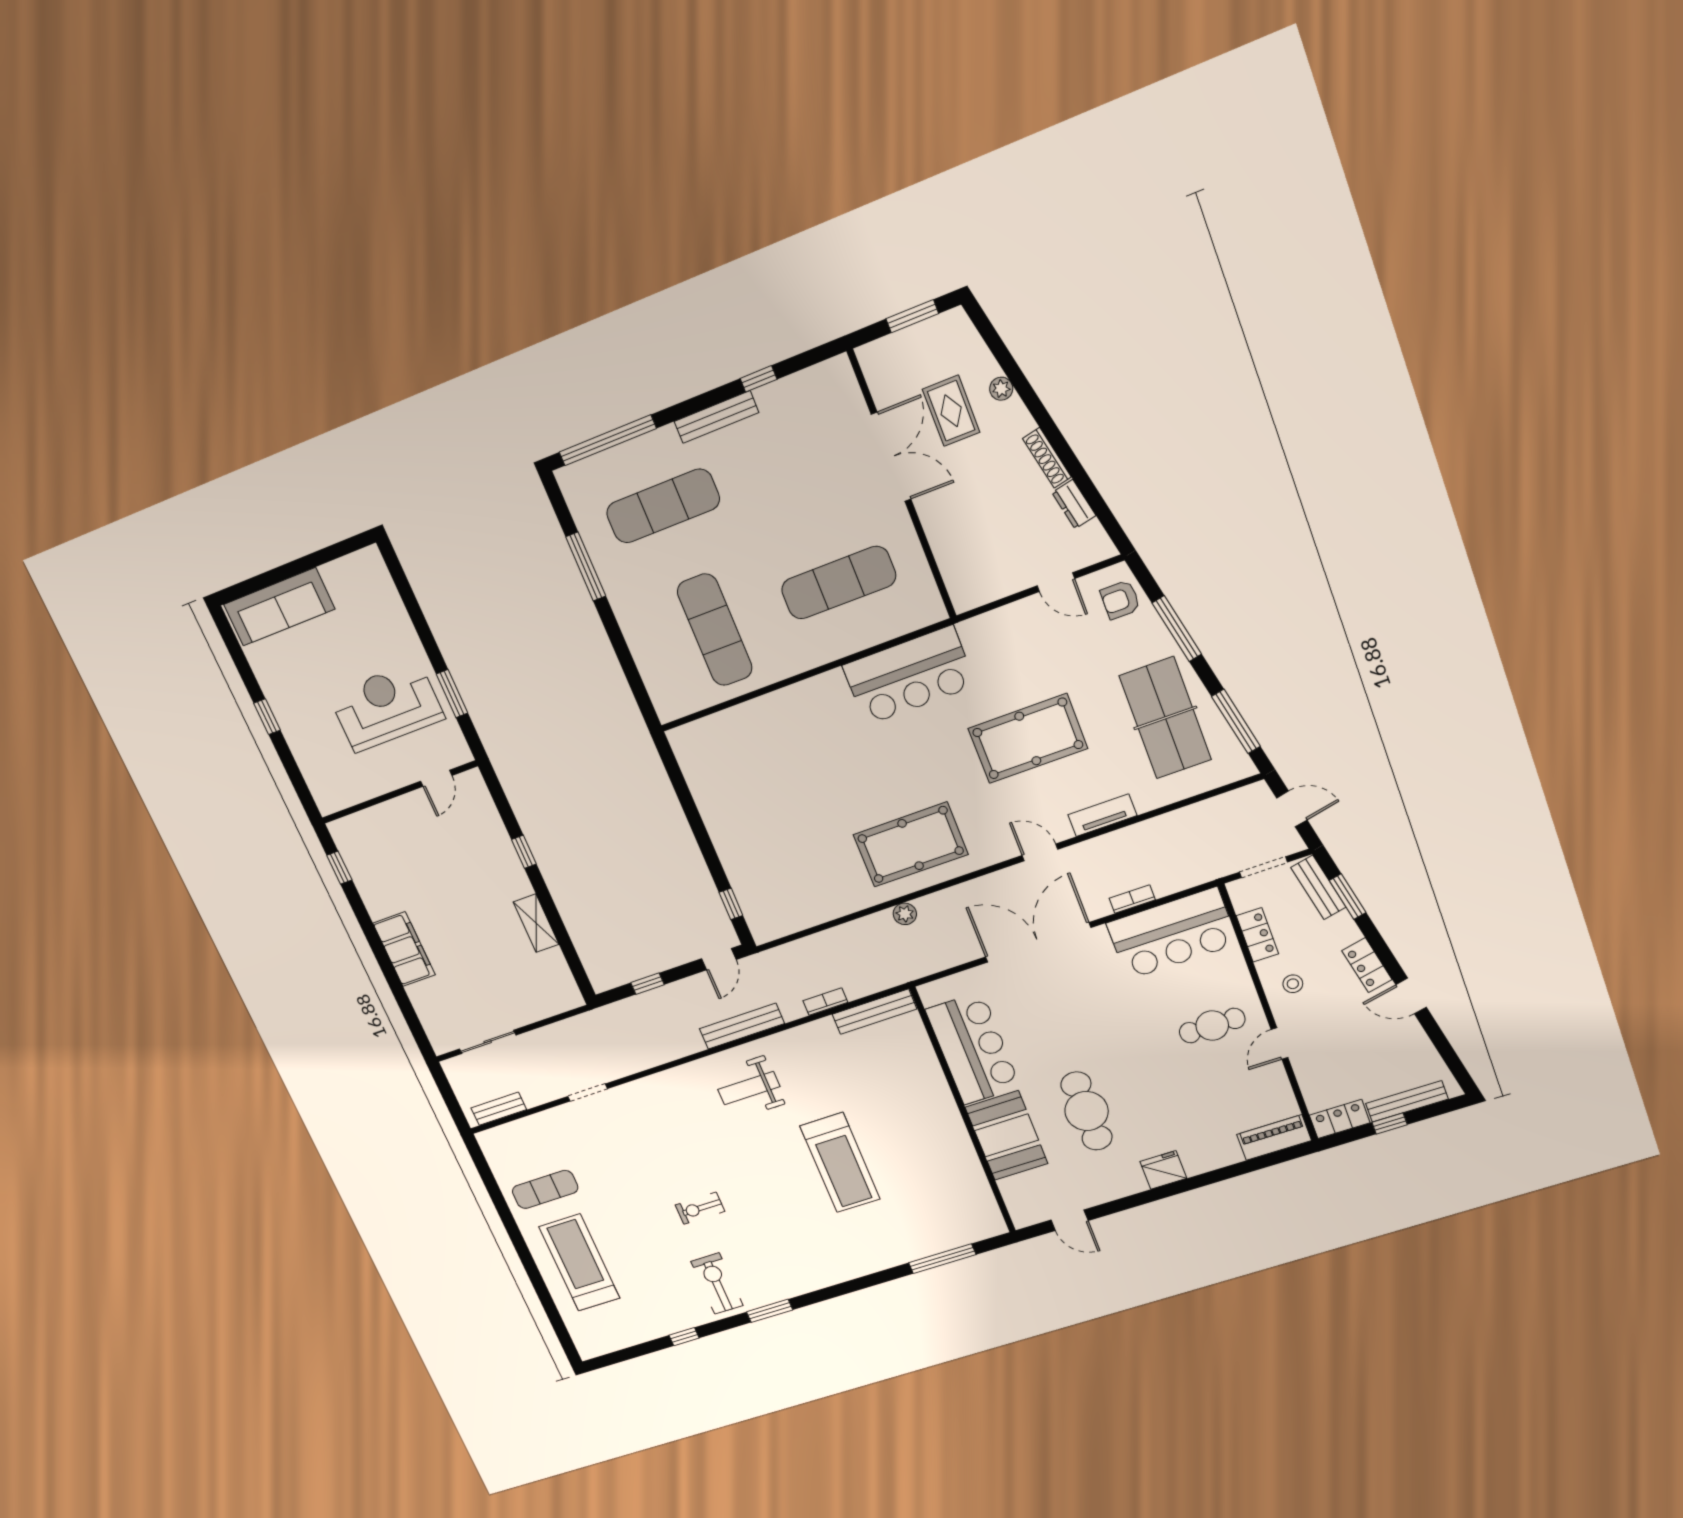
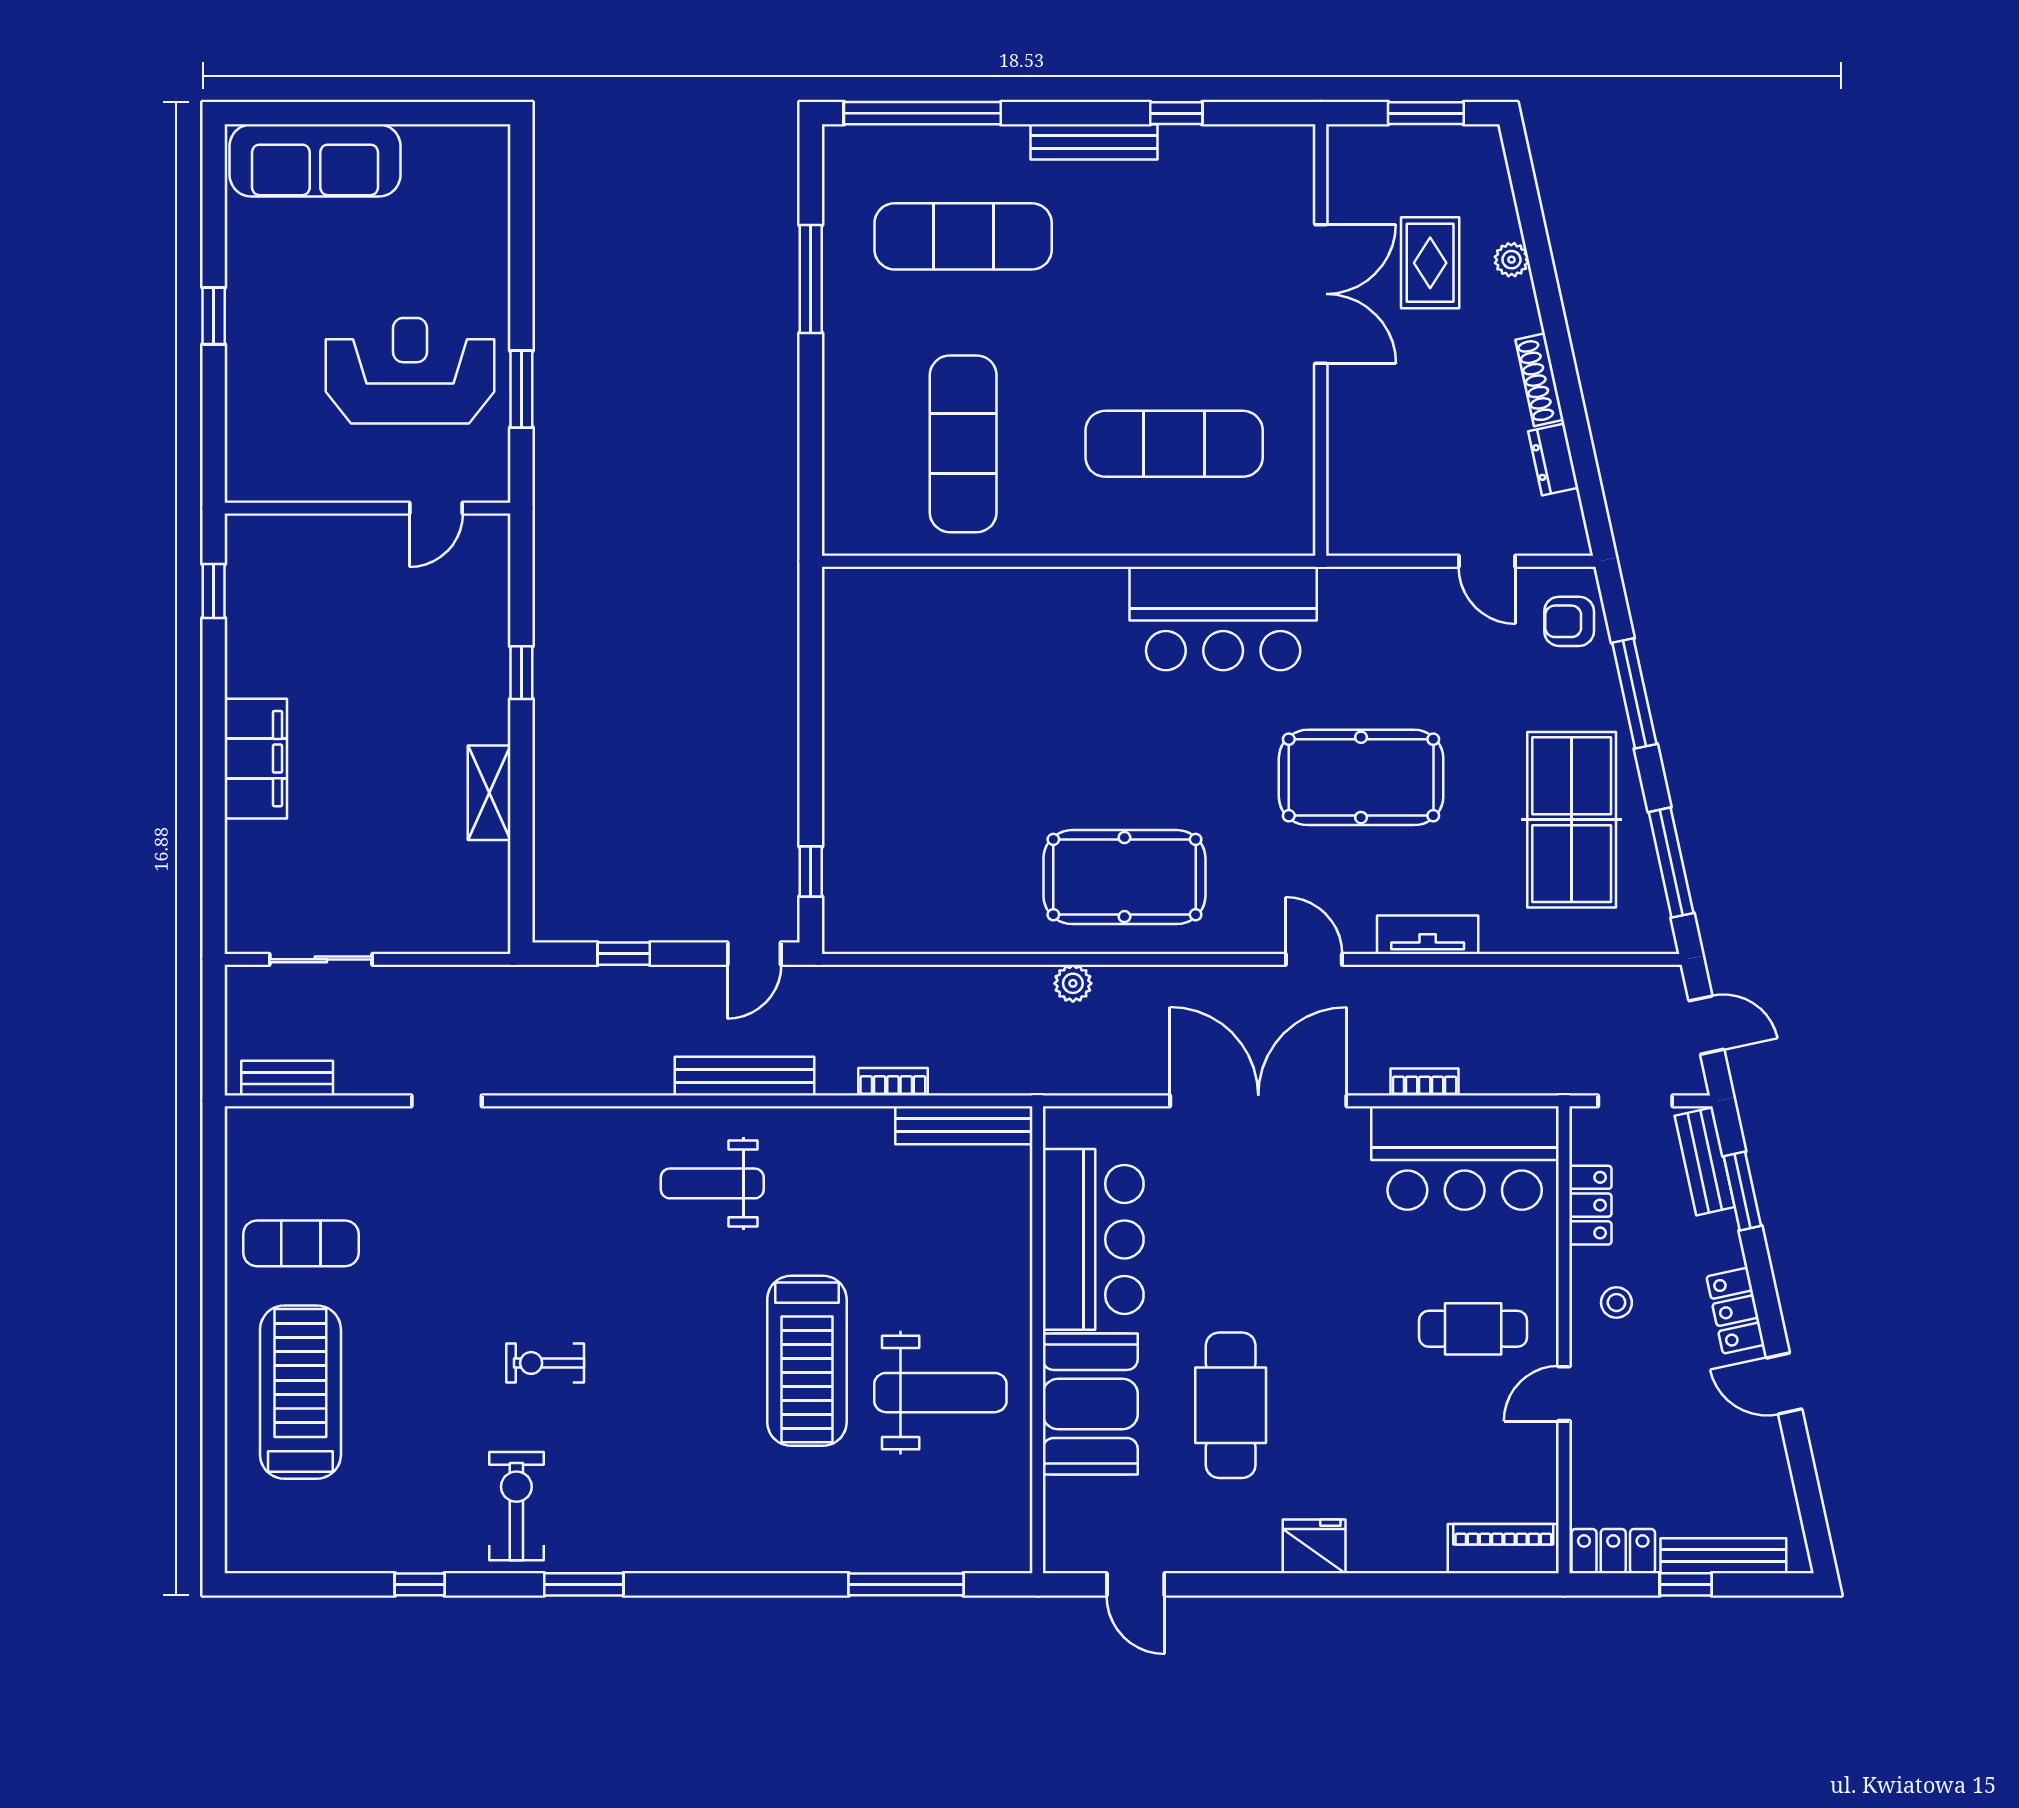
weight bench: (920, 1156) -> (940, 1393), added

